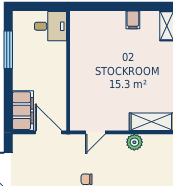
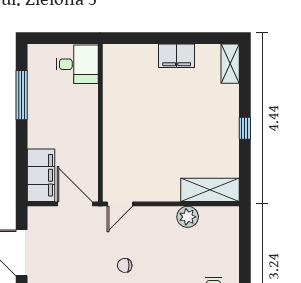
filing cabinet: (133, 20) -> (177, 56), width x2.00
door: (95, 132) -> (120, 204), moved

